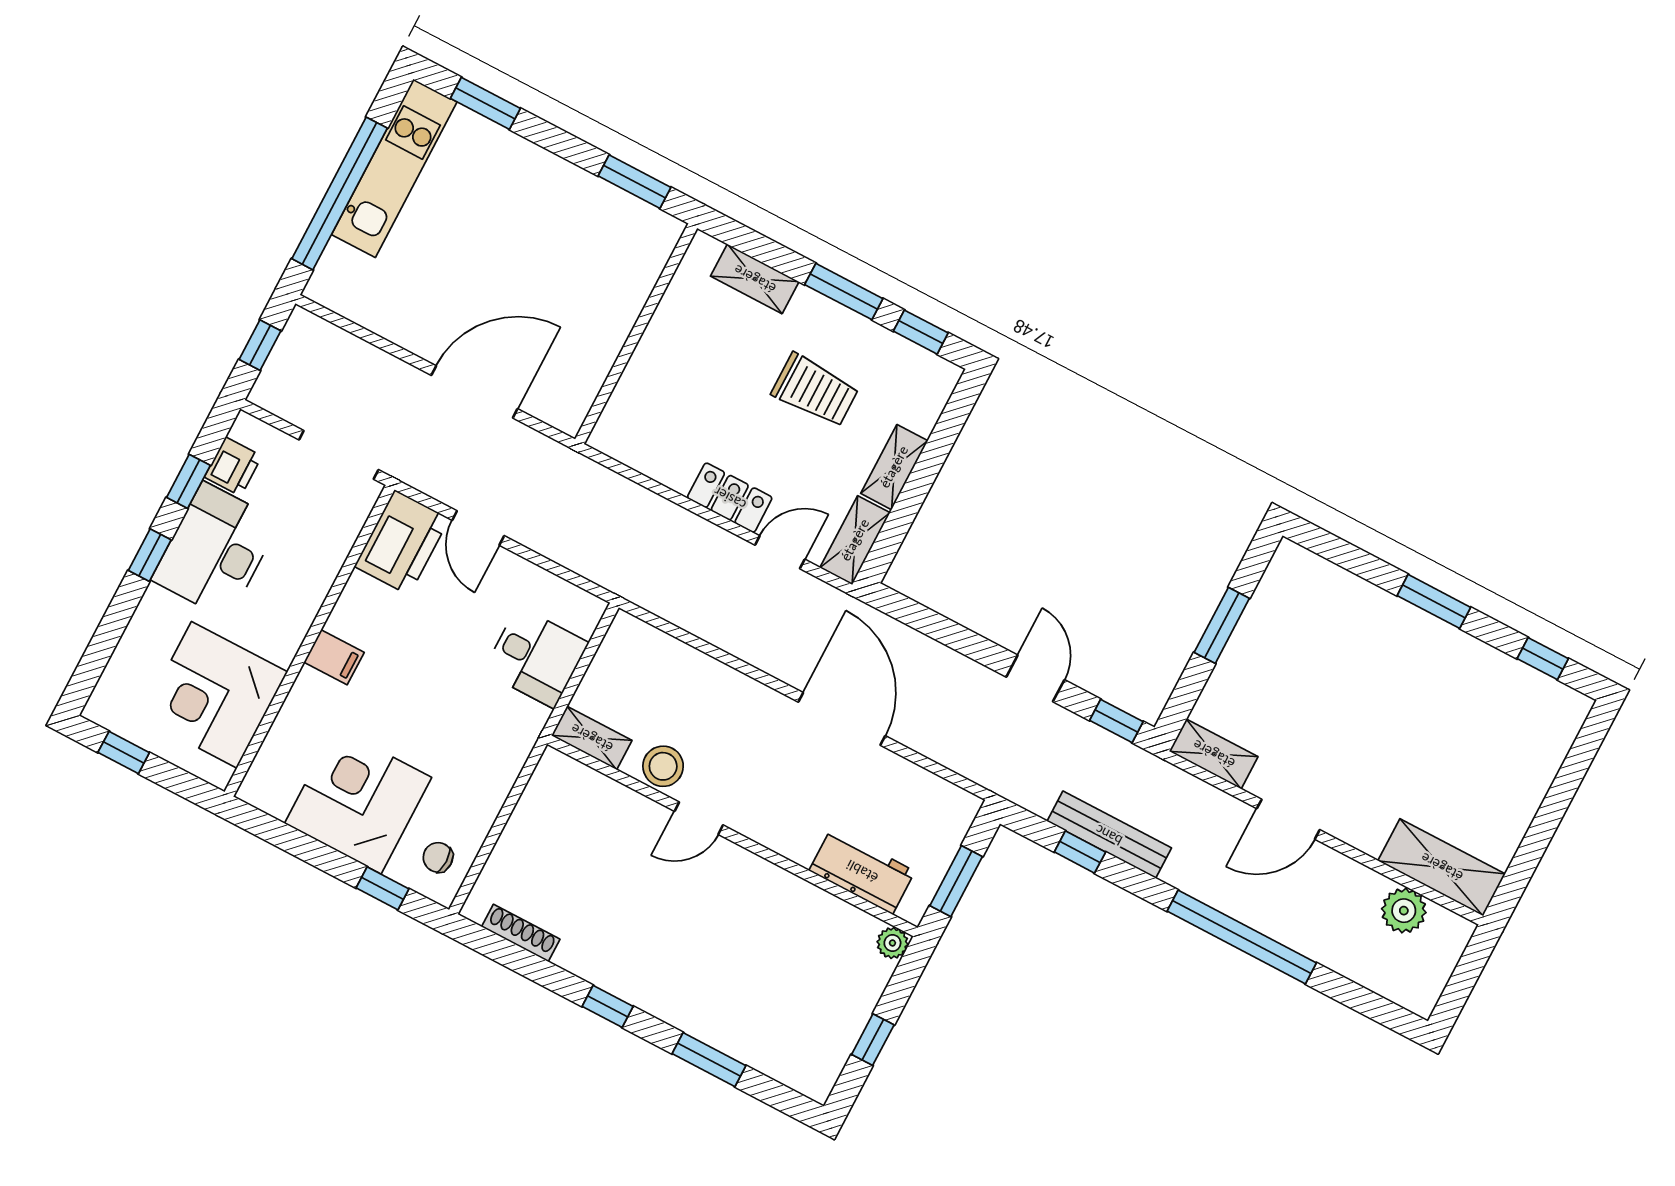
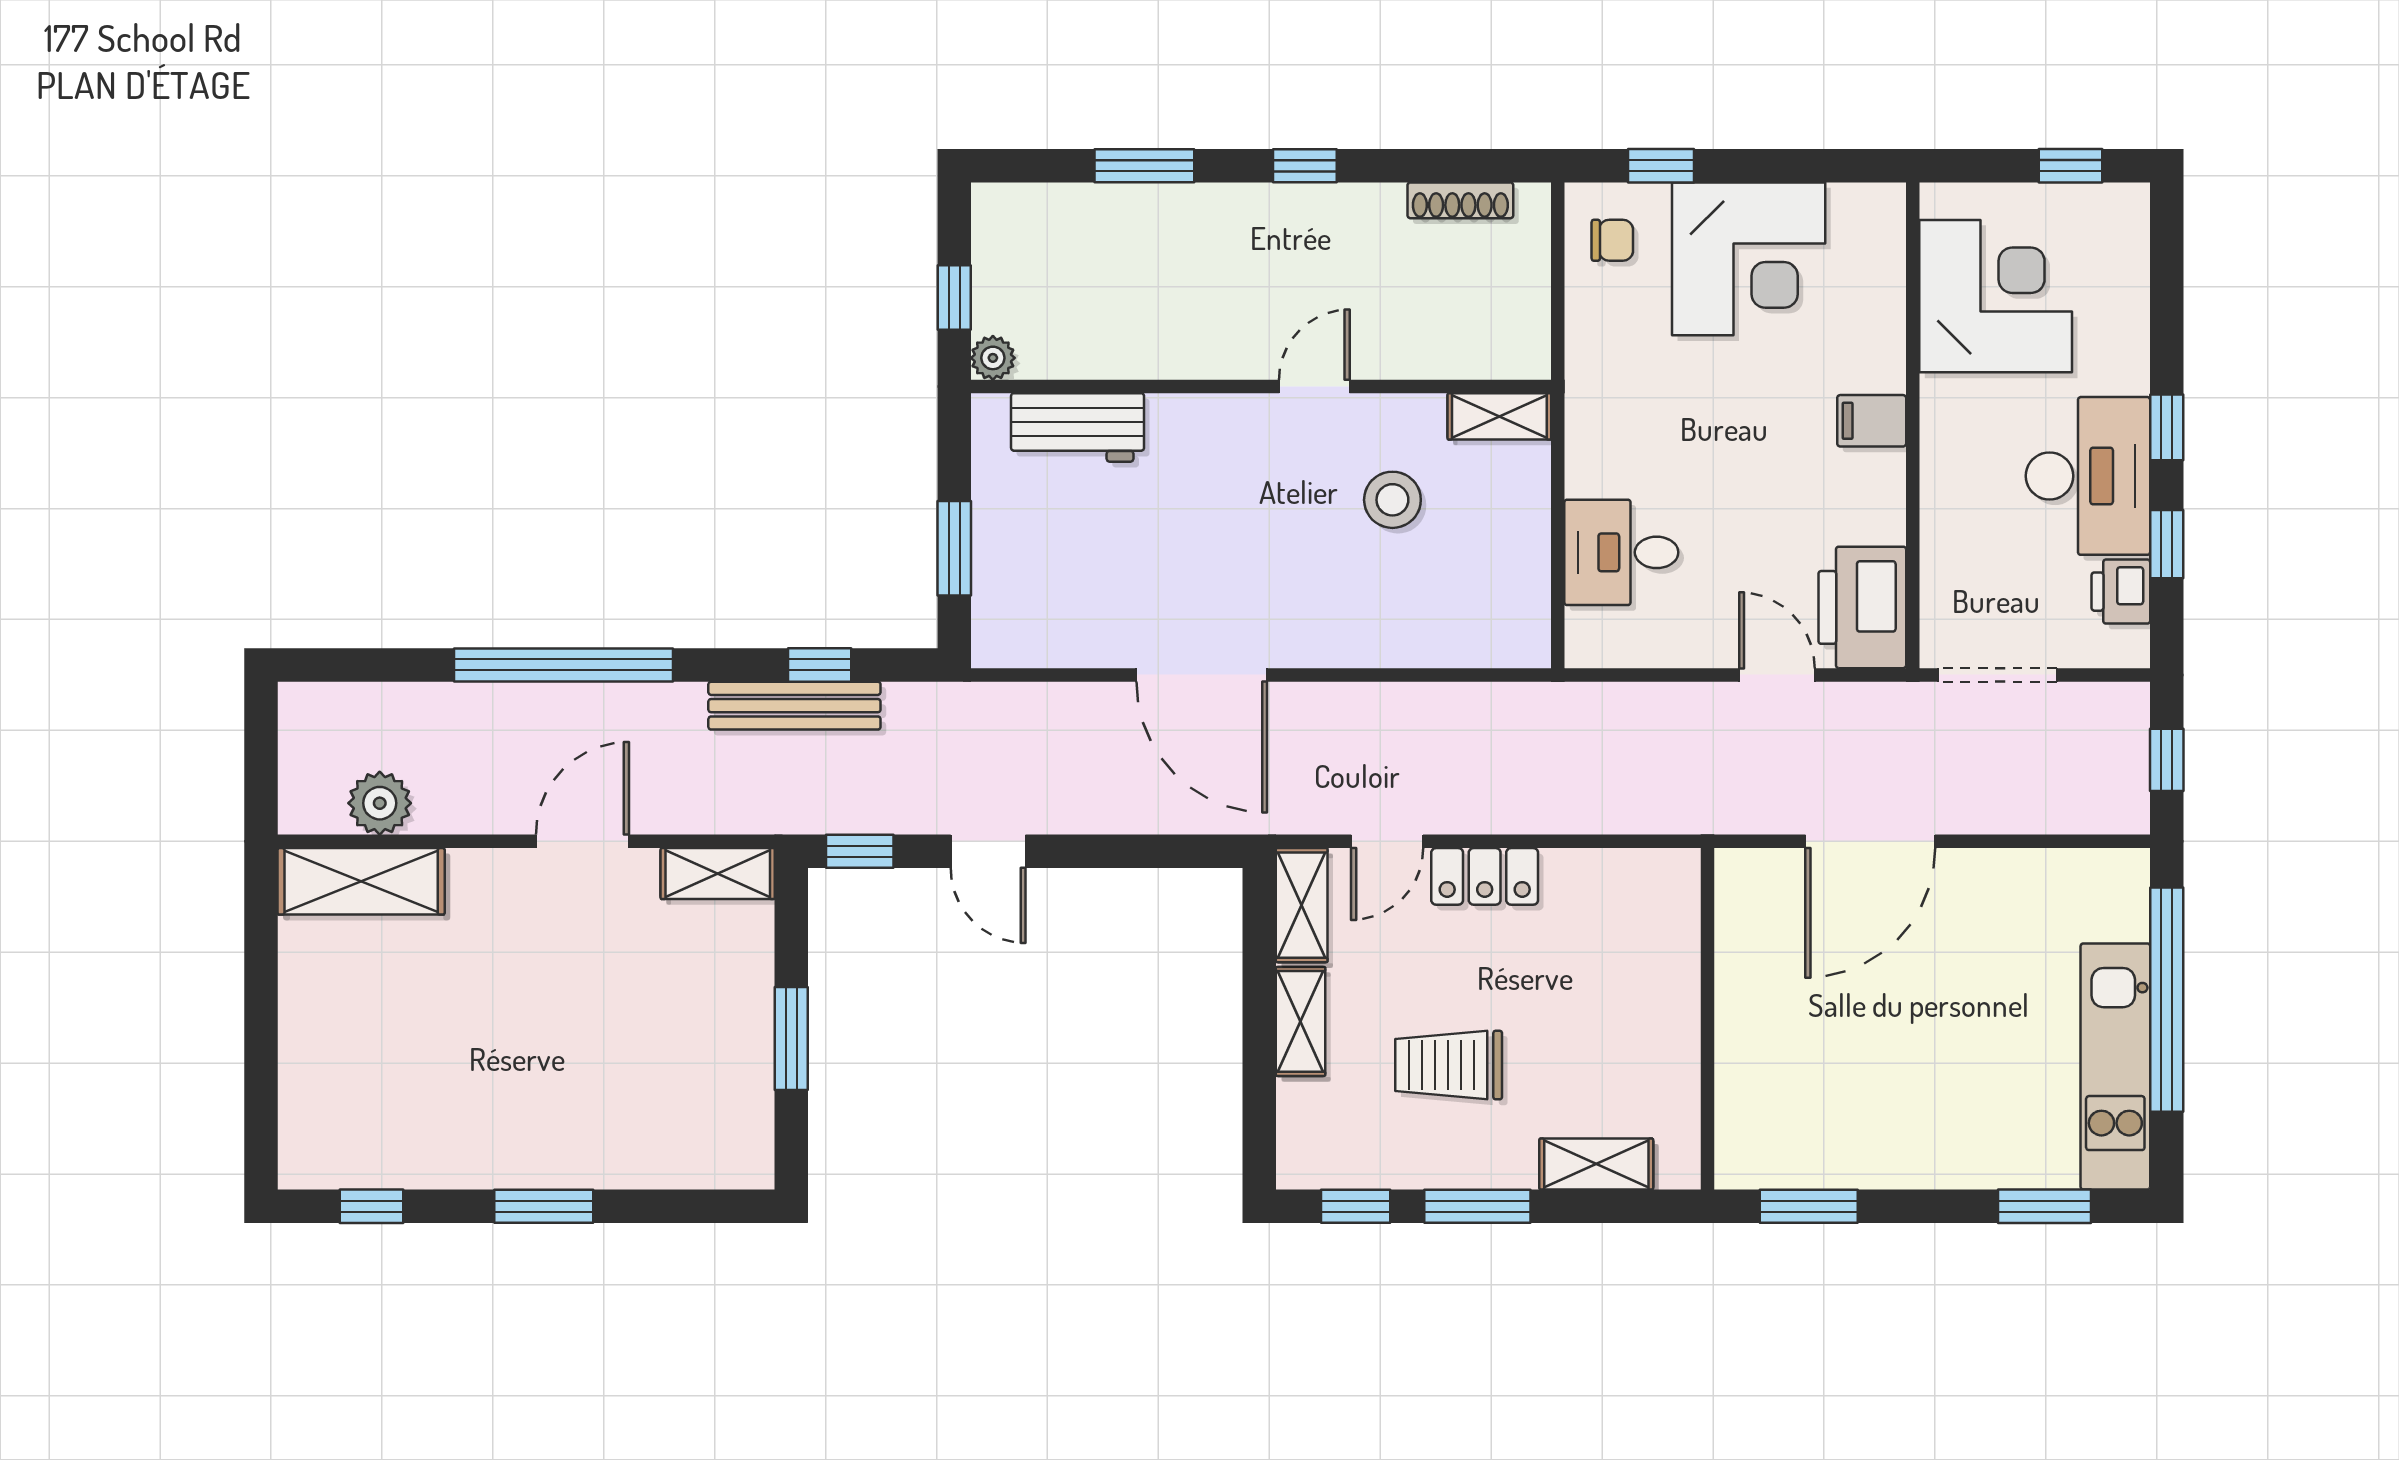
shelving: (592, 738) -> (1499, 416), moved
door: (699, 818) -> (1314, 387), moved
wall: (732, 836) -> (1261, 387), moved
workbench: (862, 871) -> (1078, 427), moved
plant: (892, 943) -> (993, 358), moved

